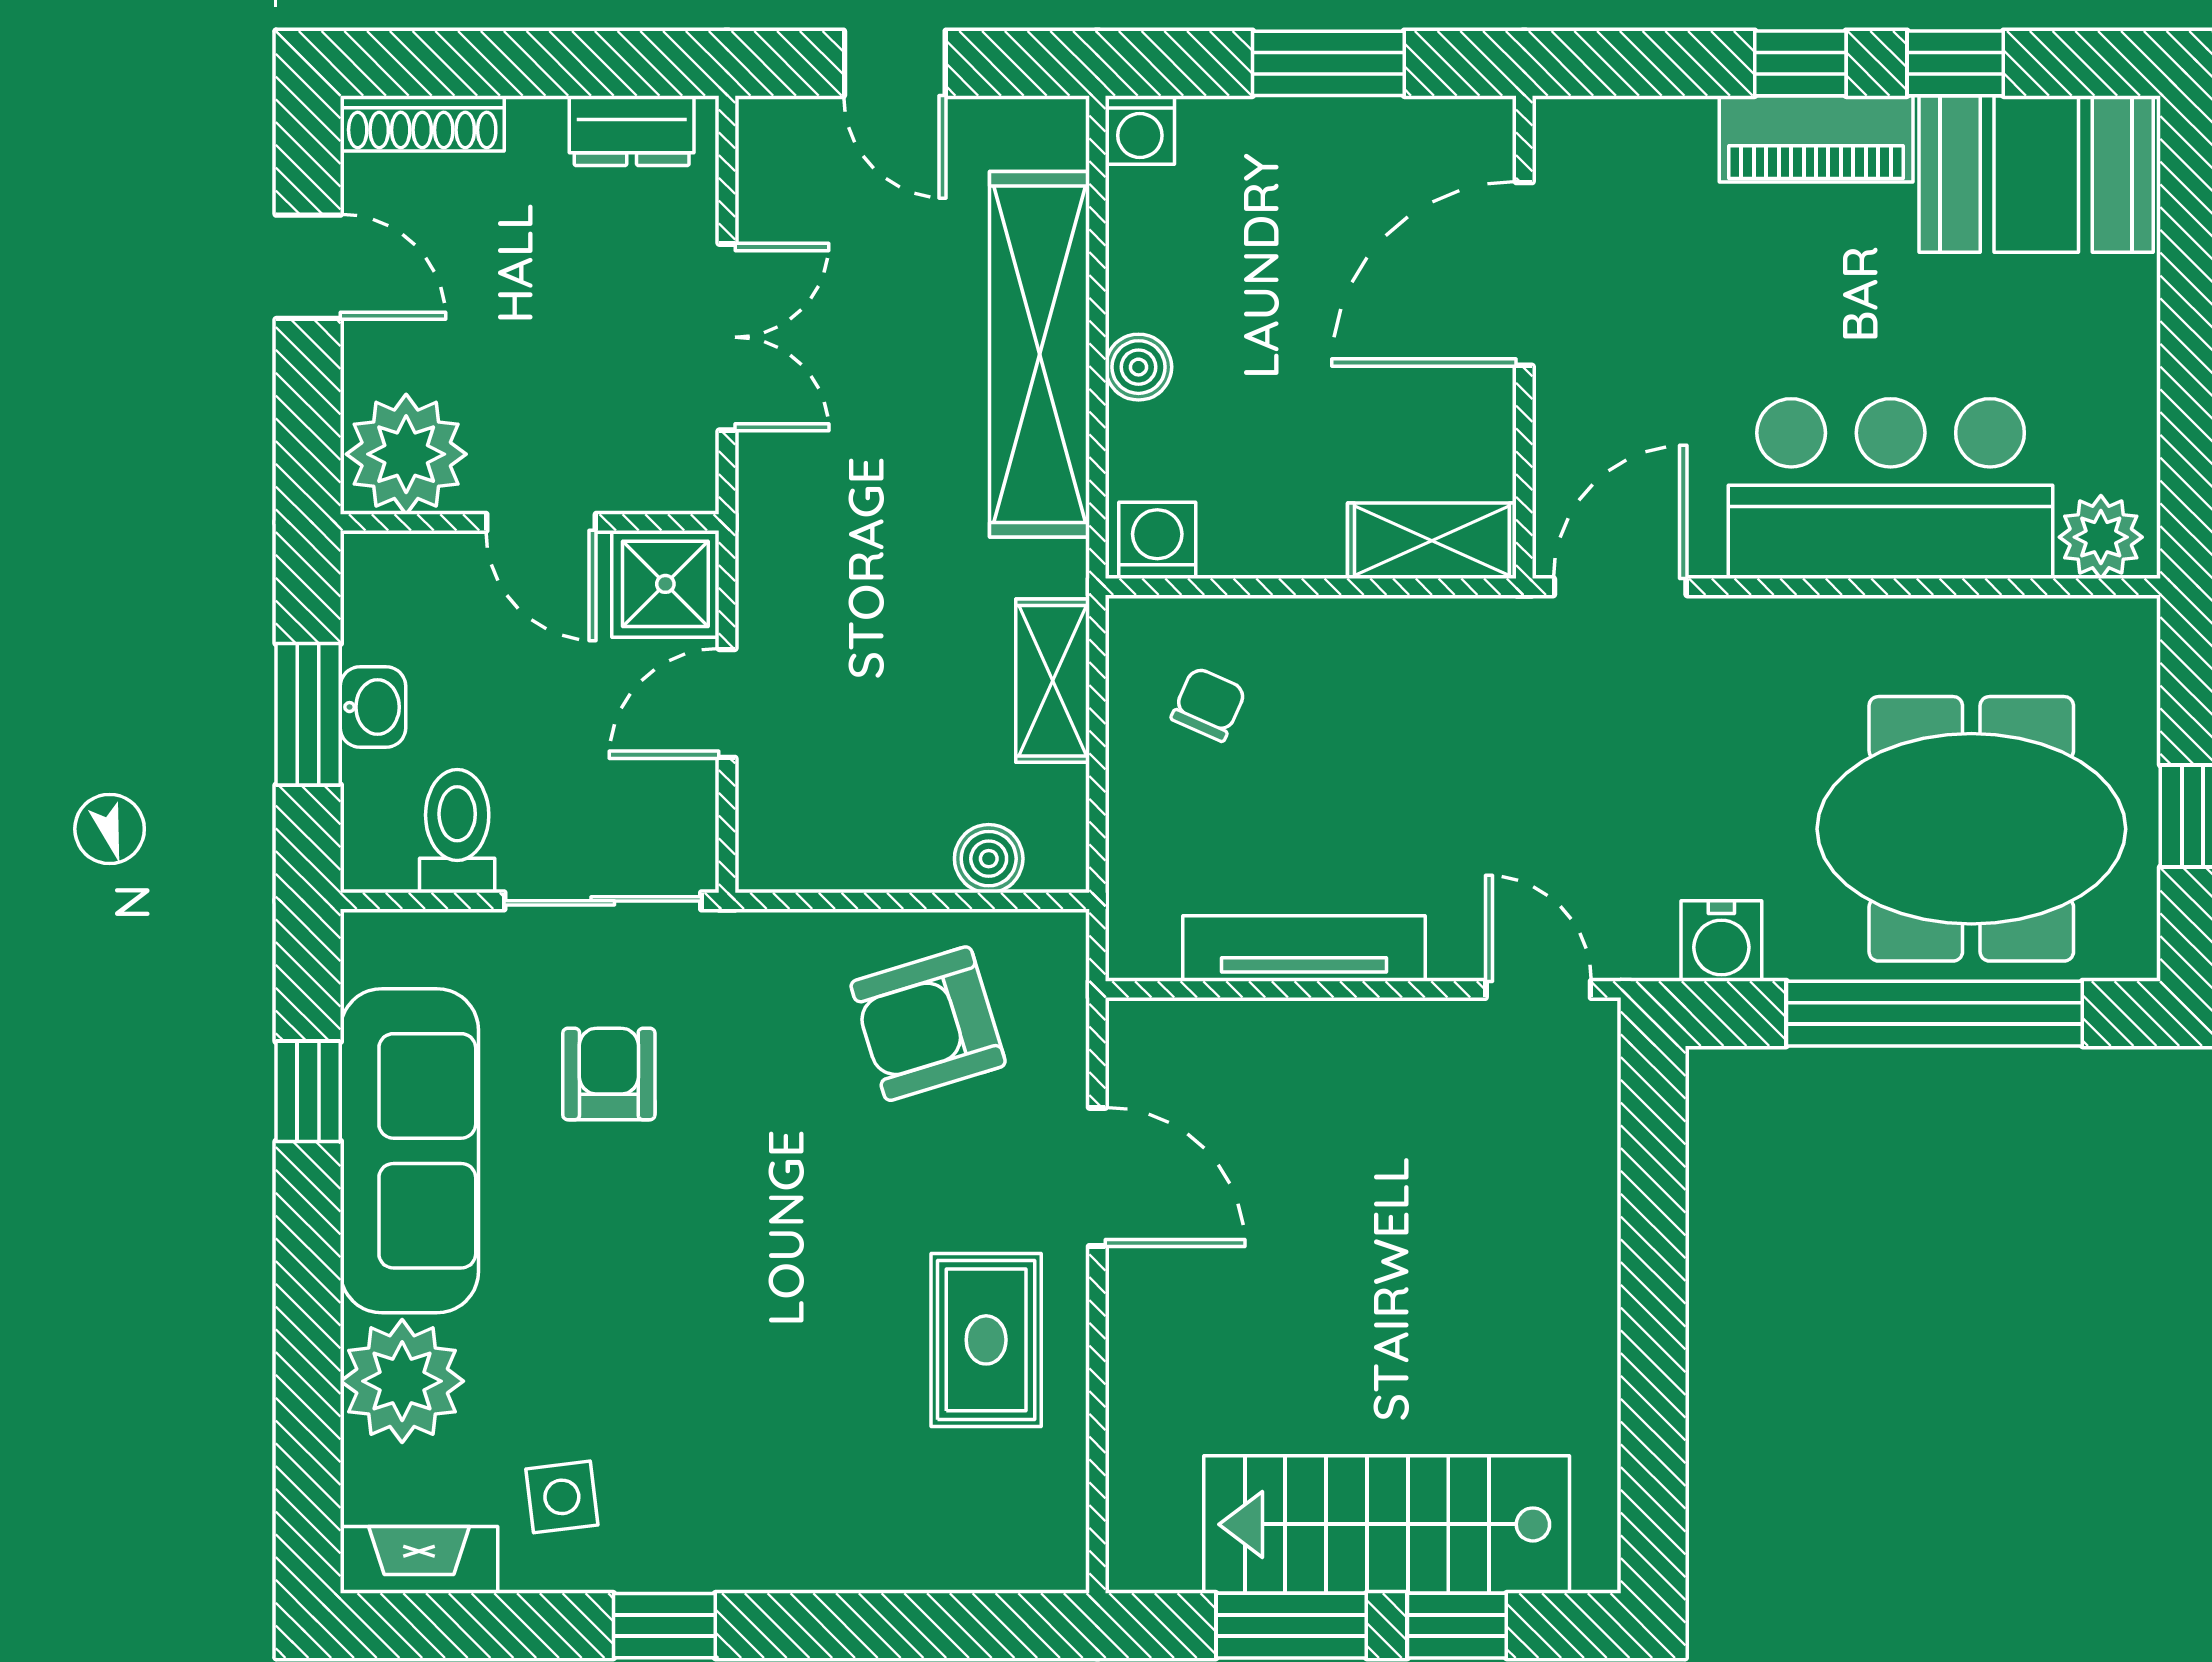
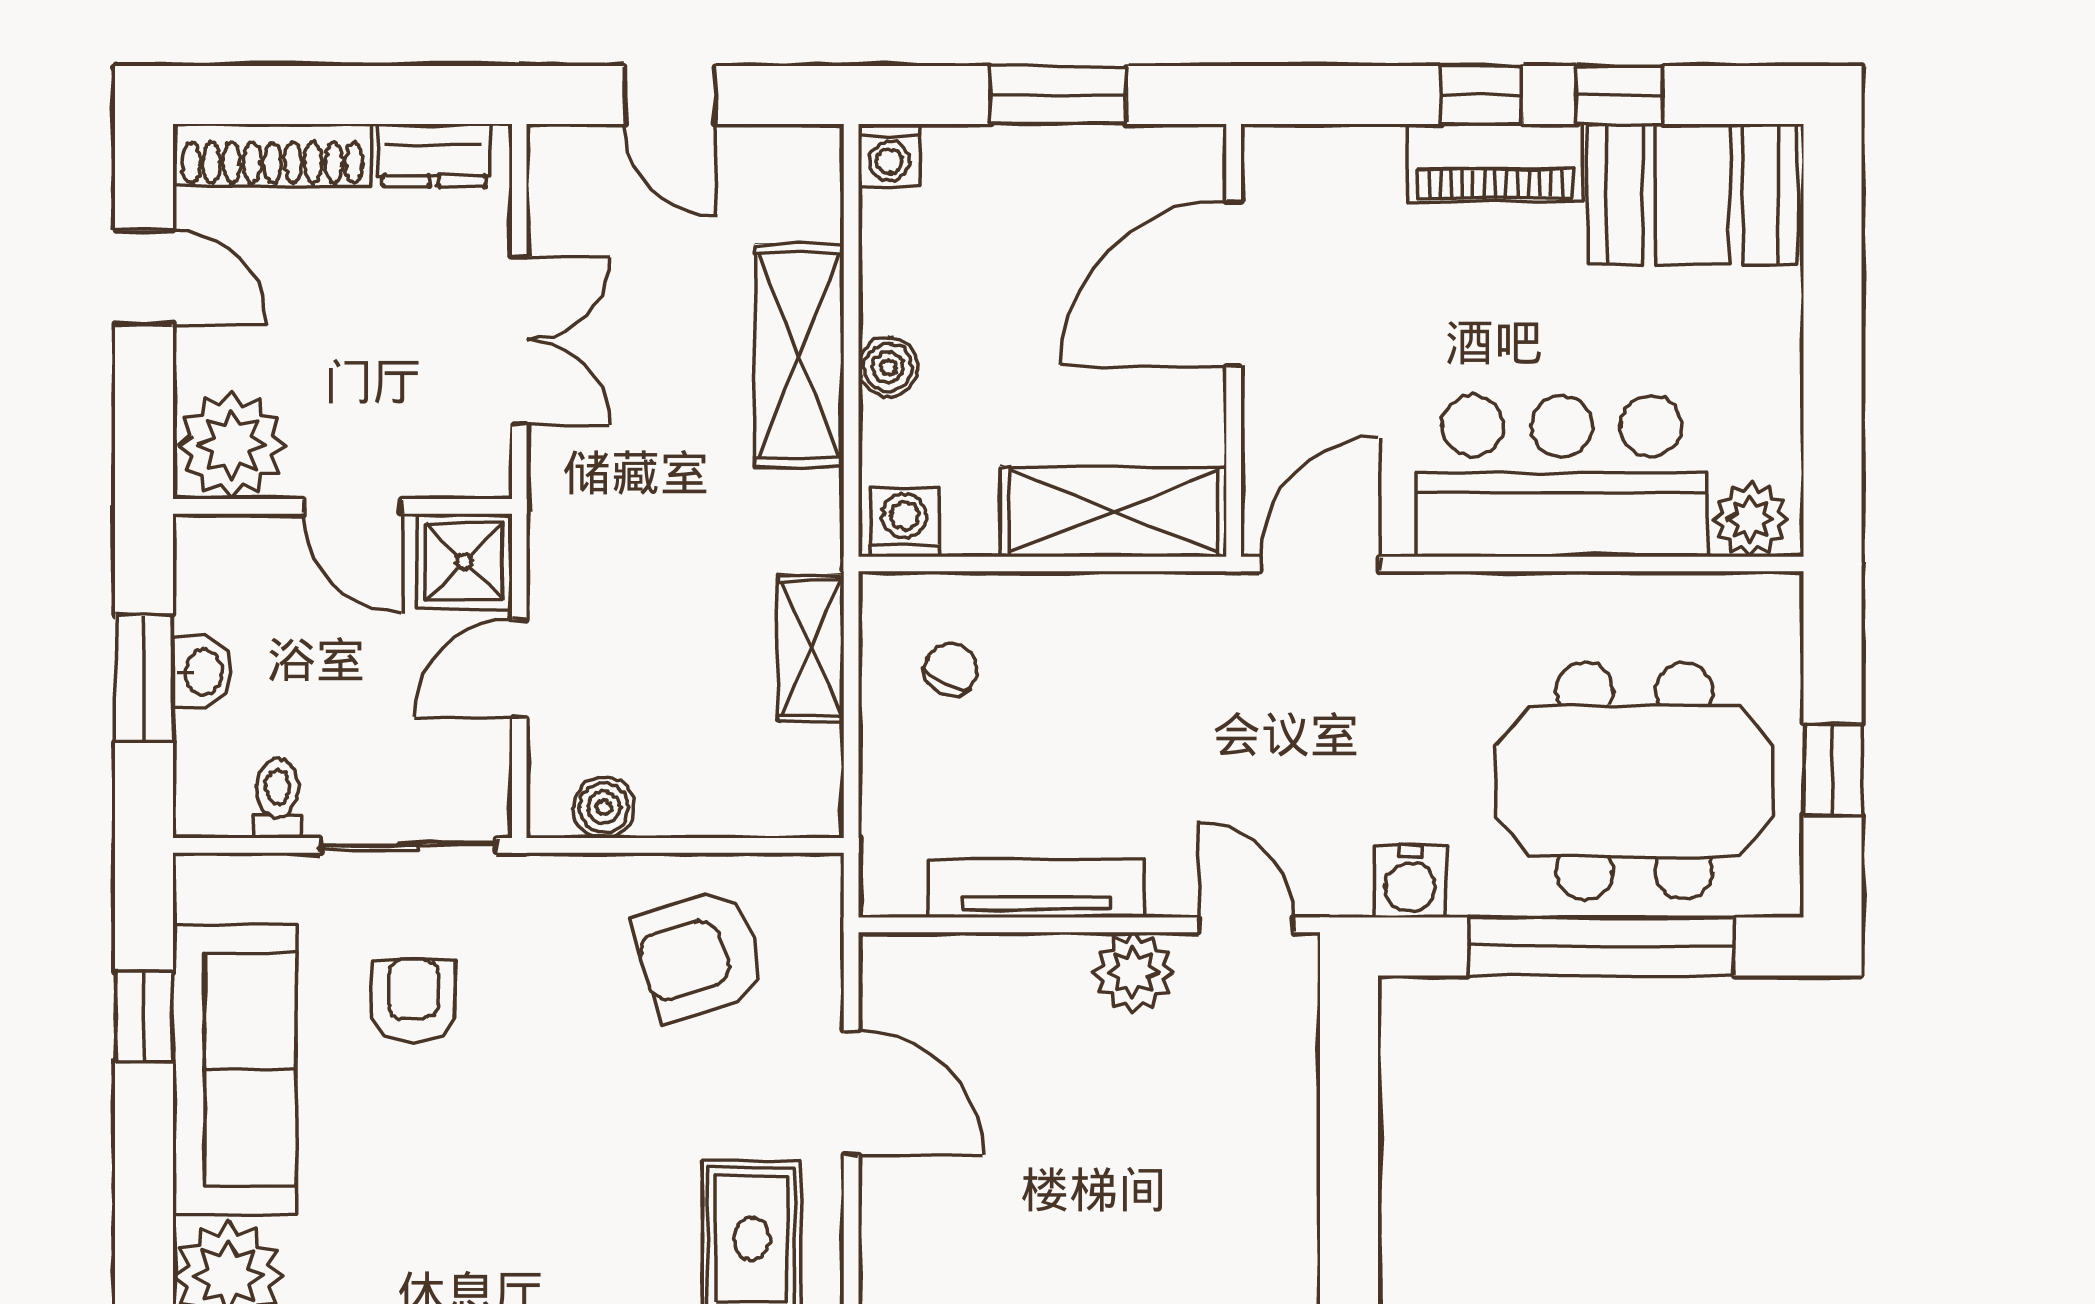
shoe rack: (422, 123) -> (273, 155), width x1.36, depth x1.24
shelving: (1040, 354) -> (799, 356), width x0.68
shelving: (1432, 541) -> (1113, 512), width x1.50, depth x1.33
toilet: (457, 831) -> (278, 798), width x0.73, depth x0.72
boiler: (989, 859) -> (604, 808), moved
plant: (1412, 1043) -> (1133, 972), added

